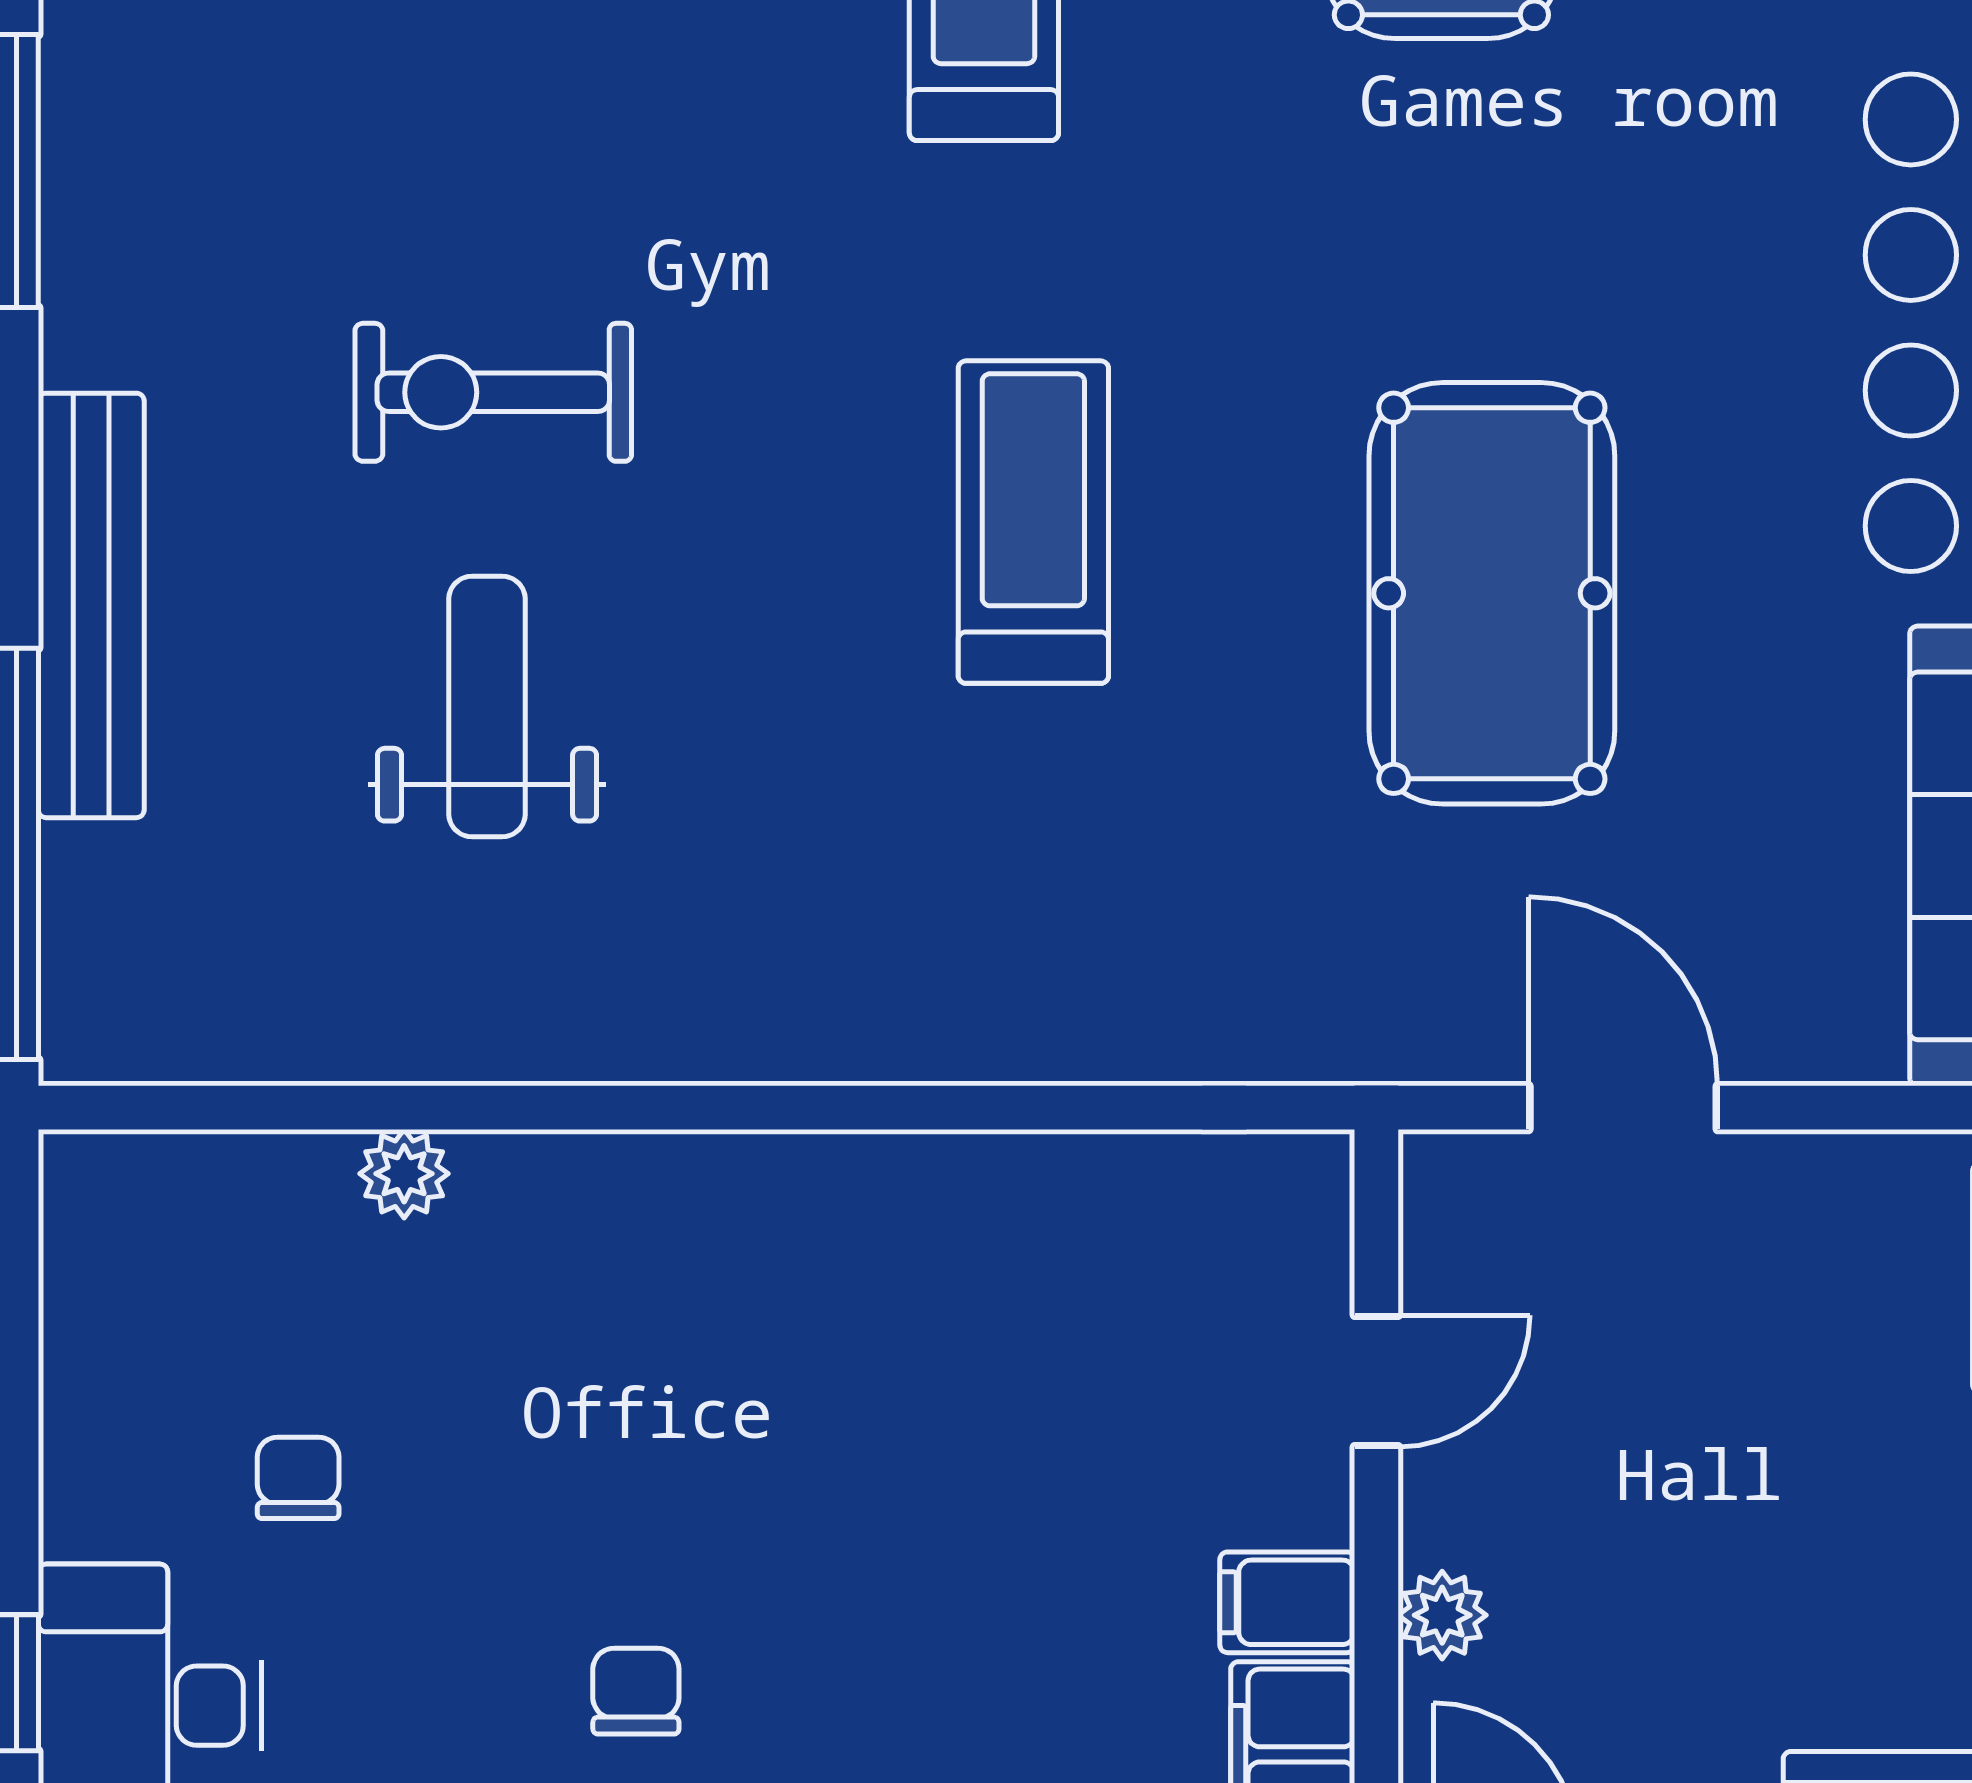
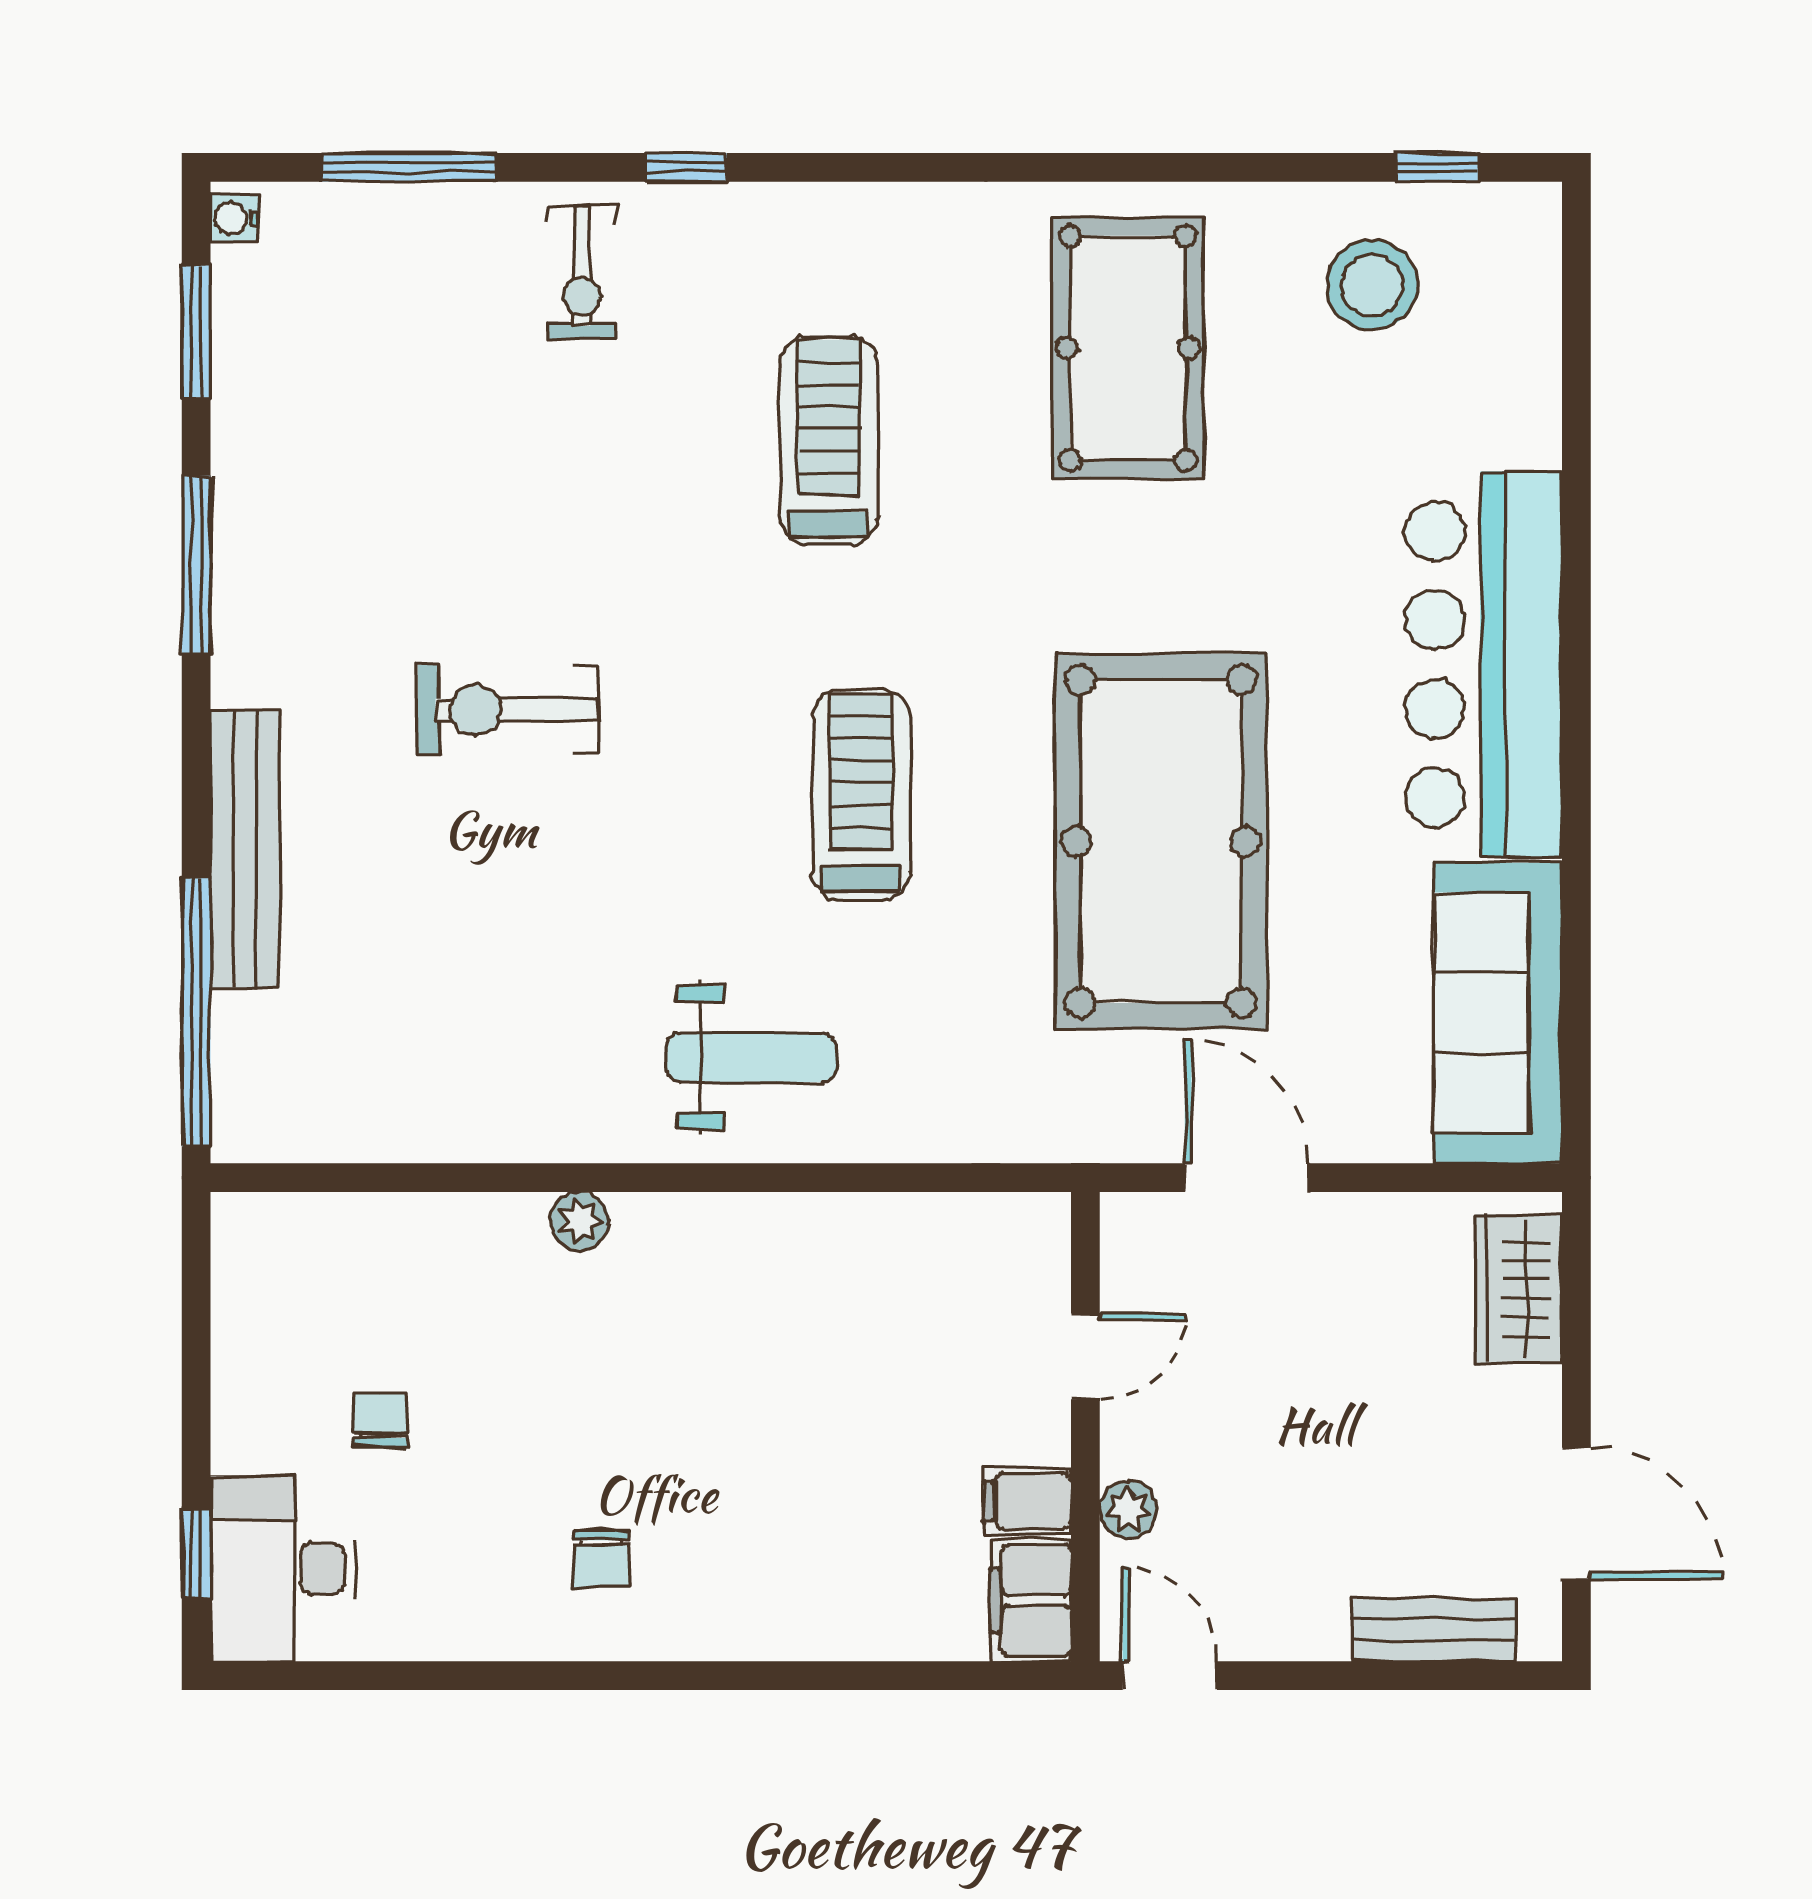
pool table: (1492, 593) -> (1161, 841), width x1.36, depth x1.32
weight bench: (487, 707) -> (751, 1057), moved, turned 90
plant: (404, 1174) -> (580, 1221), moved
chair: (636, 1691) -> (601, 1559), turned 180

